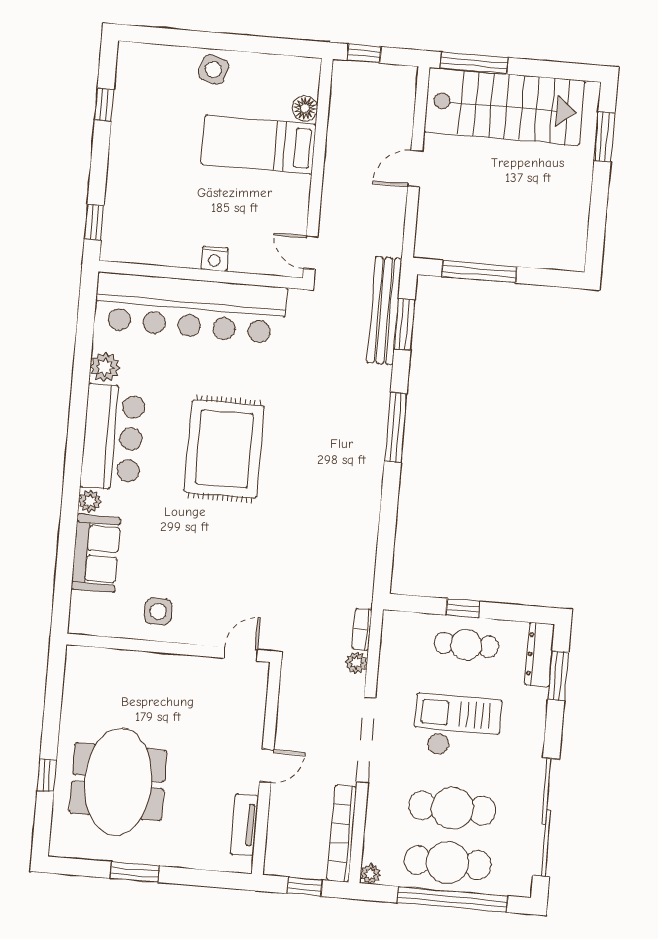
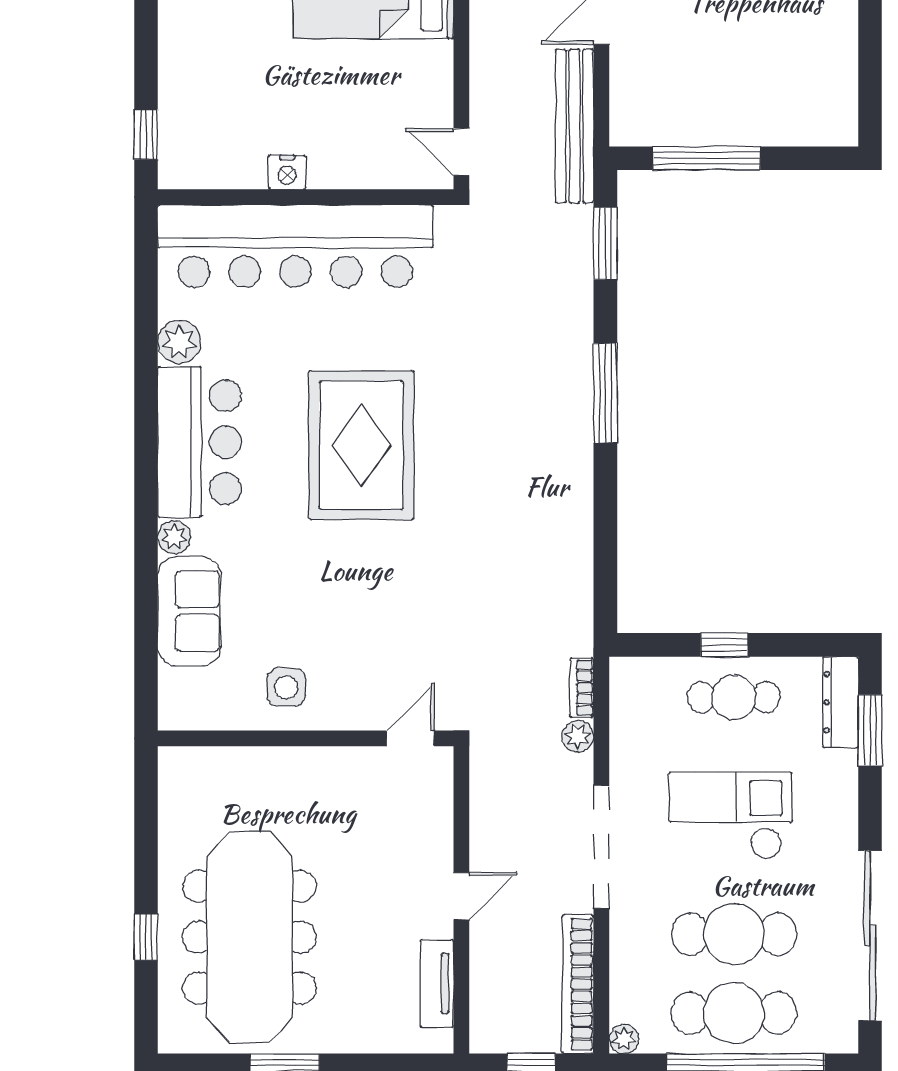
nightstand: (215, 259) -> (287, 172), moved
bench: (384, 311) -> (575, 126), moved
meeting table: (118, 782) -> (249, 937), width x1.36

